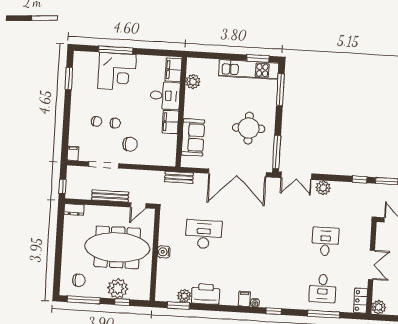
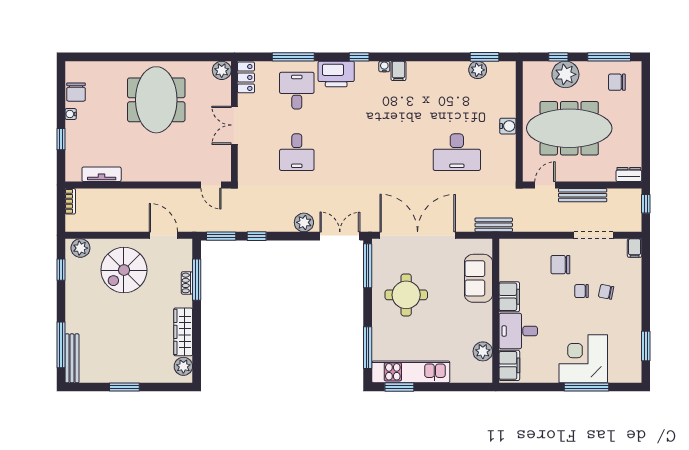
printer: (206, 294) -> (336, 74), moved

